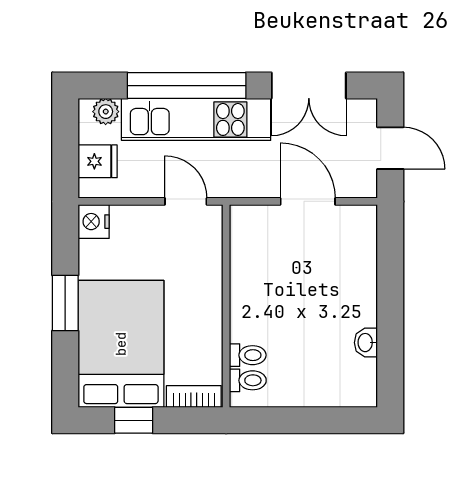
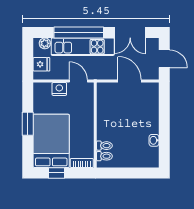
nightstand: (94, 222) -> (59, 89), moved, turned 90

